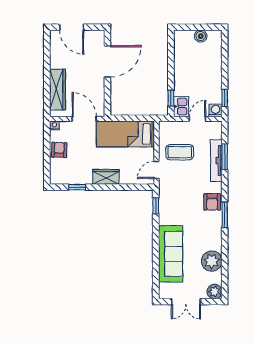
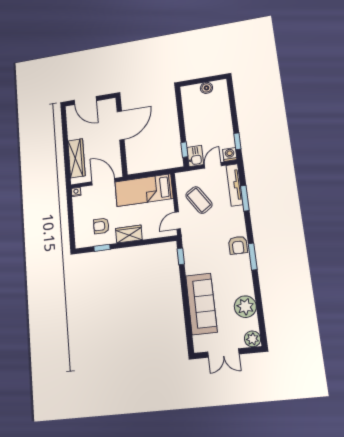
armchair: (59, 150) -> (101, 226), moved, turned -92
coffee table: (180, 152) -> (199, 200), turned 57
tv unit: (216, 161) -> (234, 185), moved

